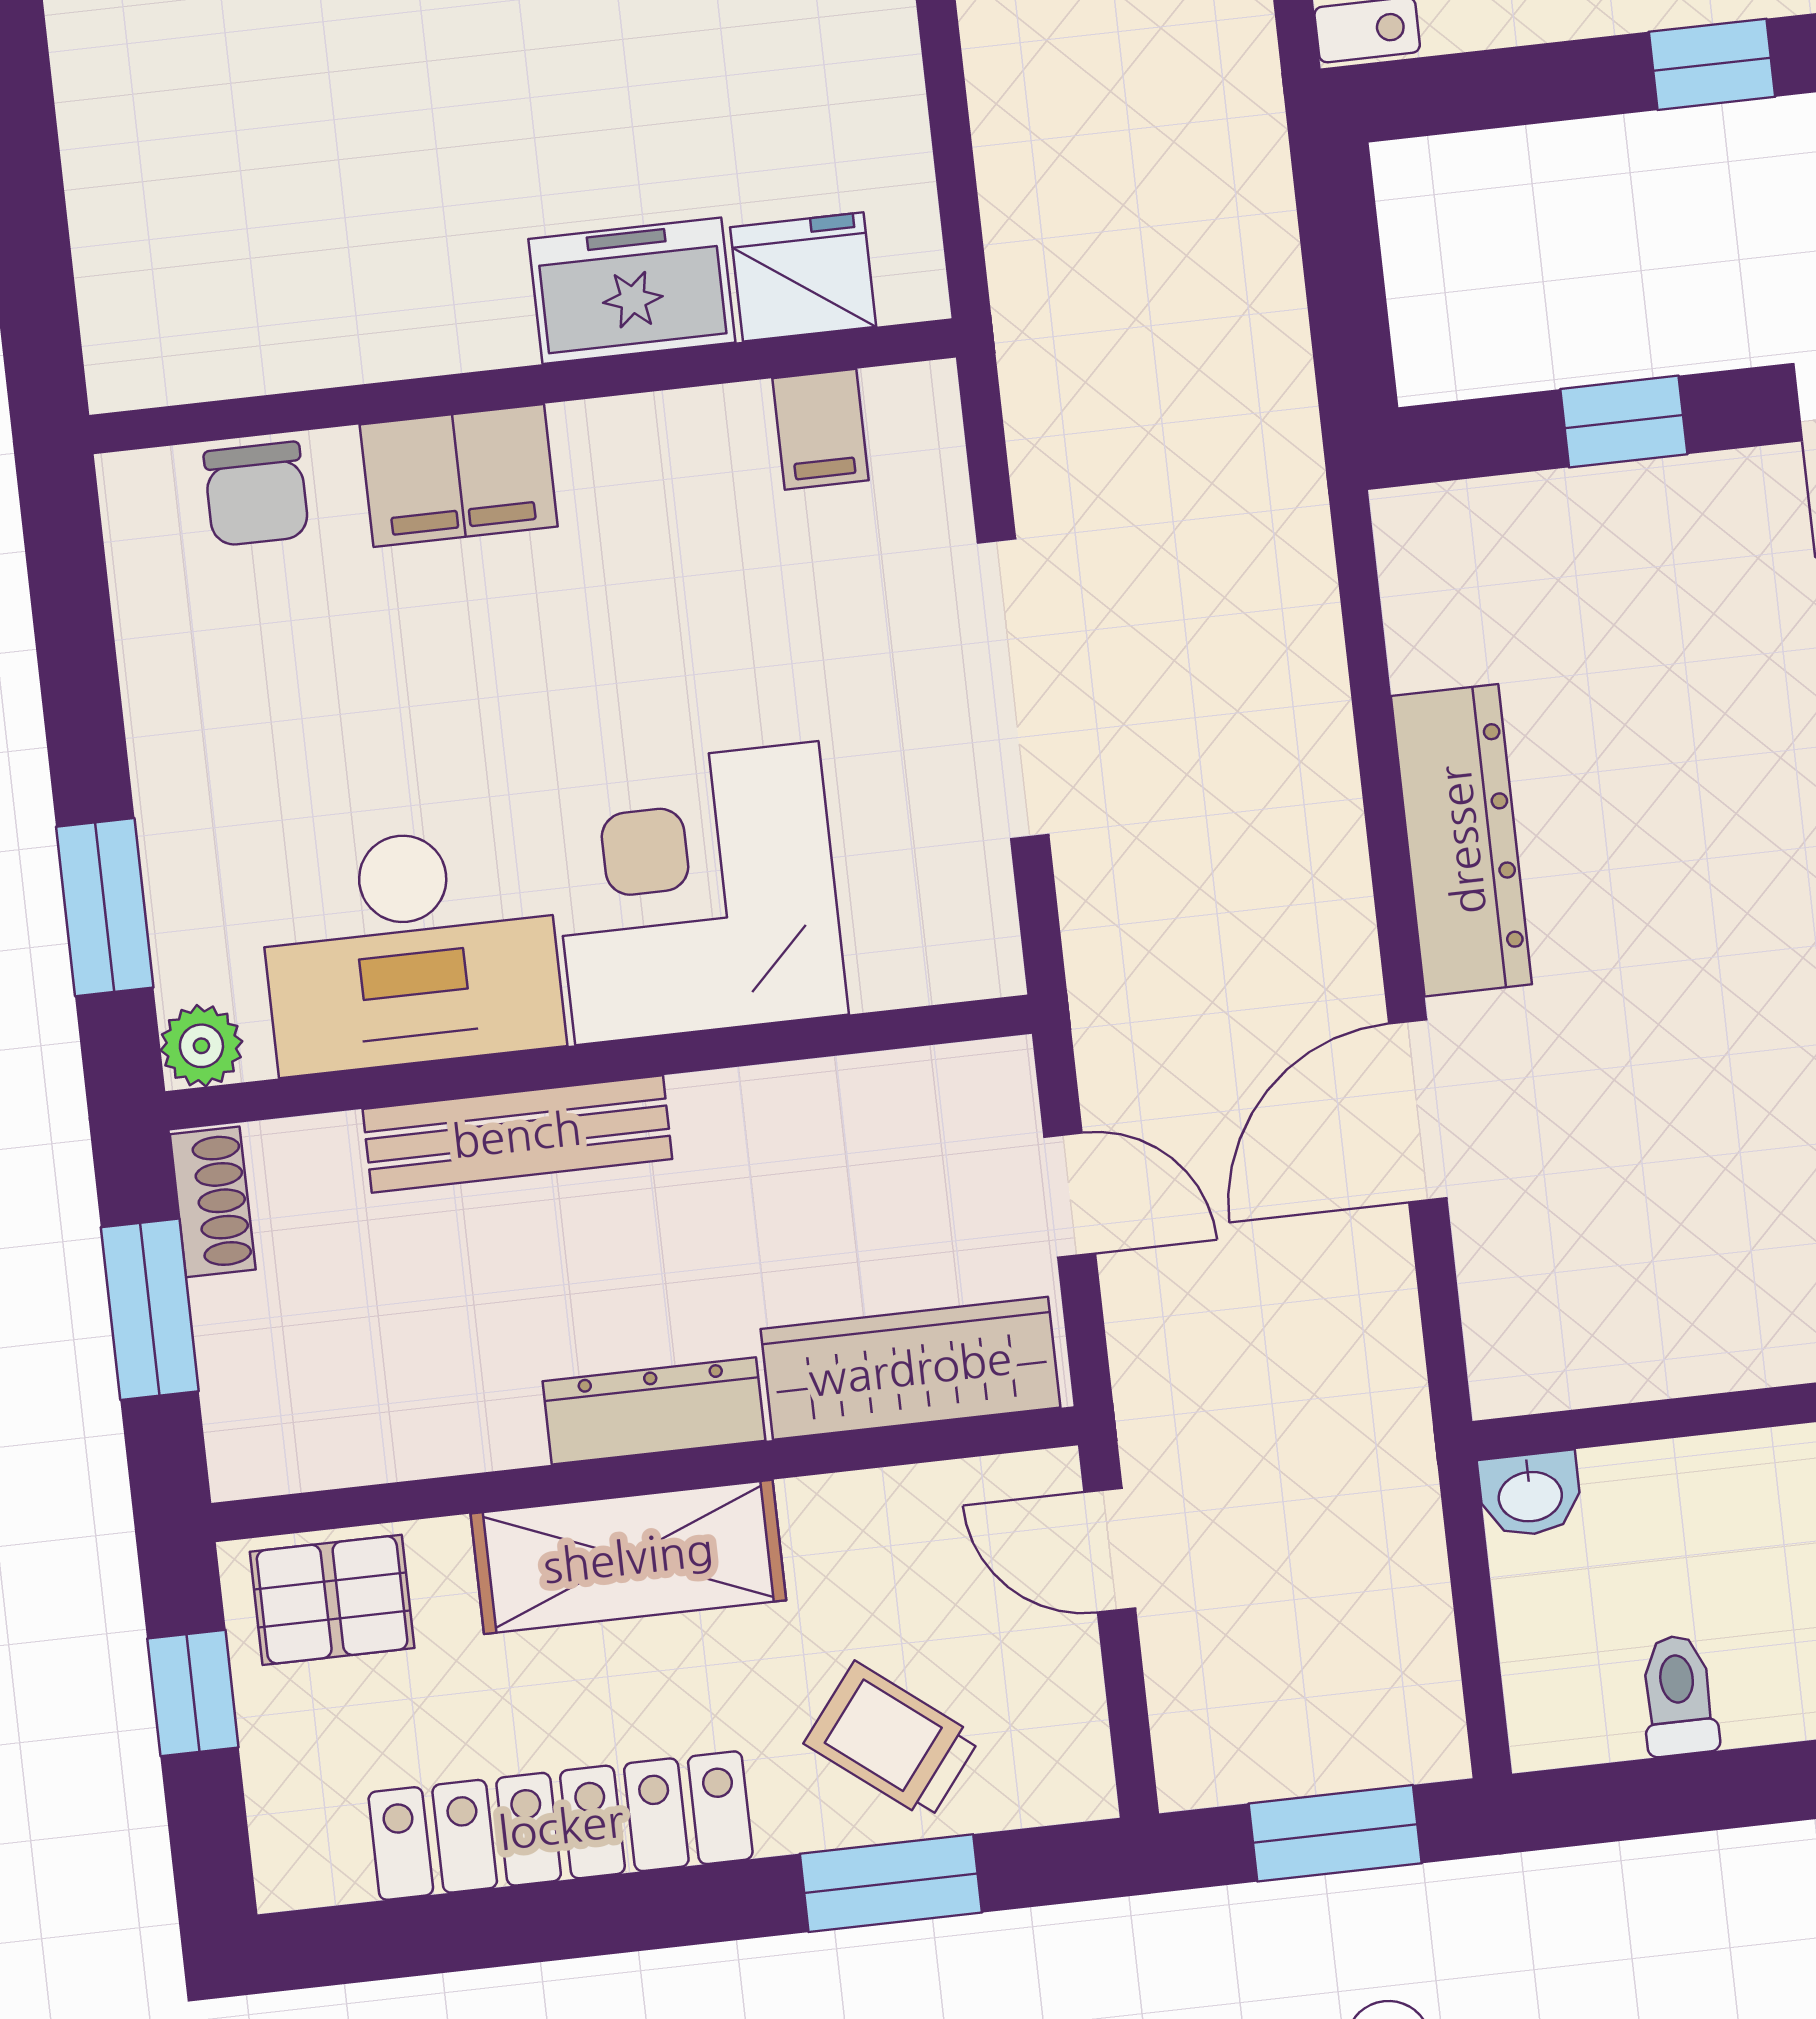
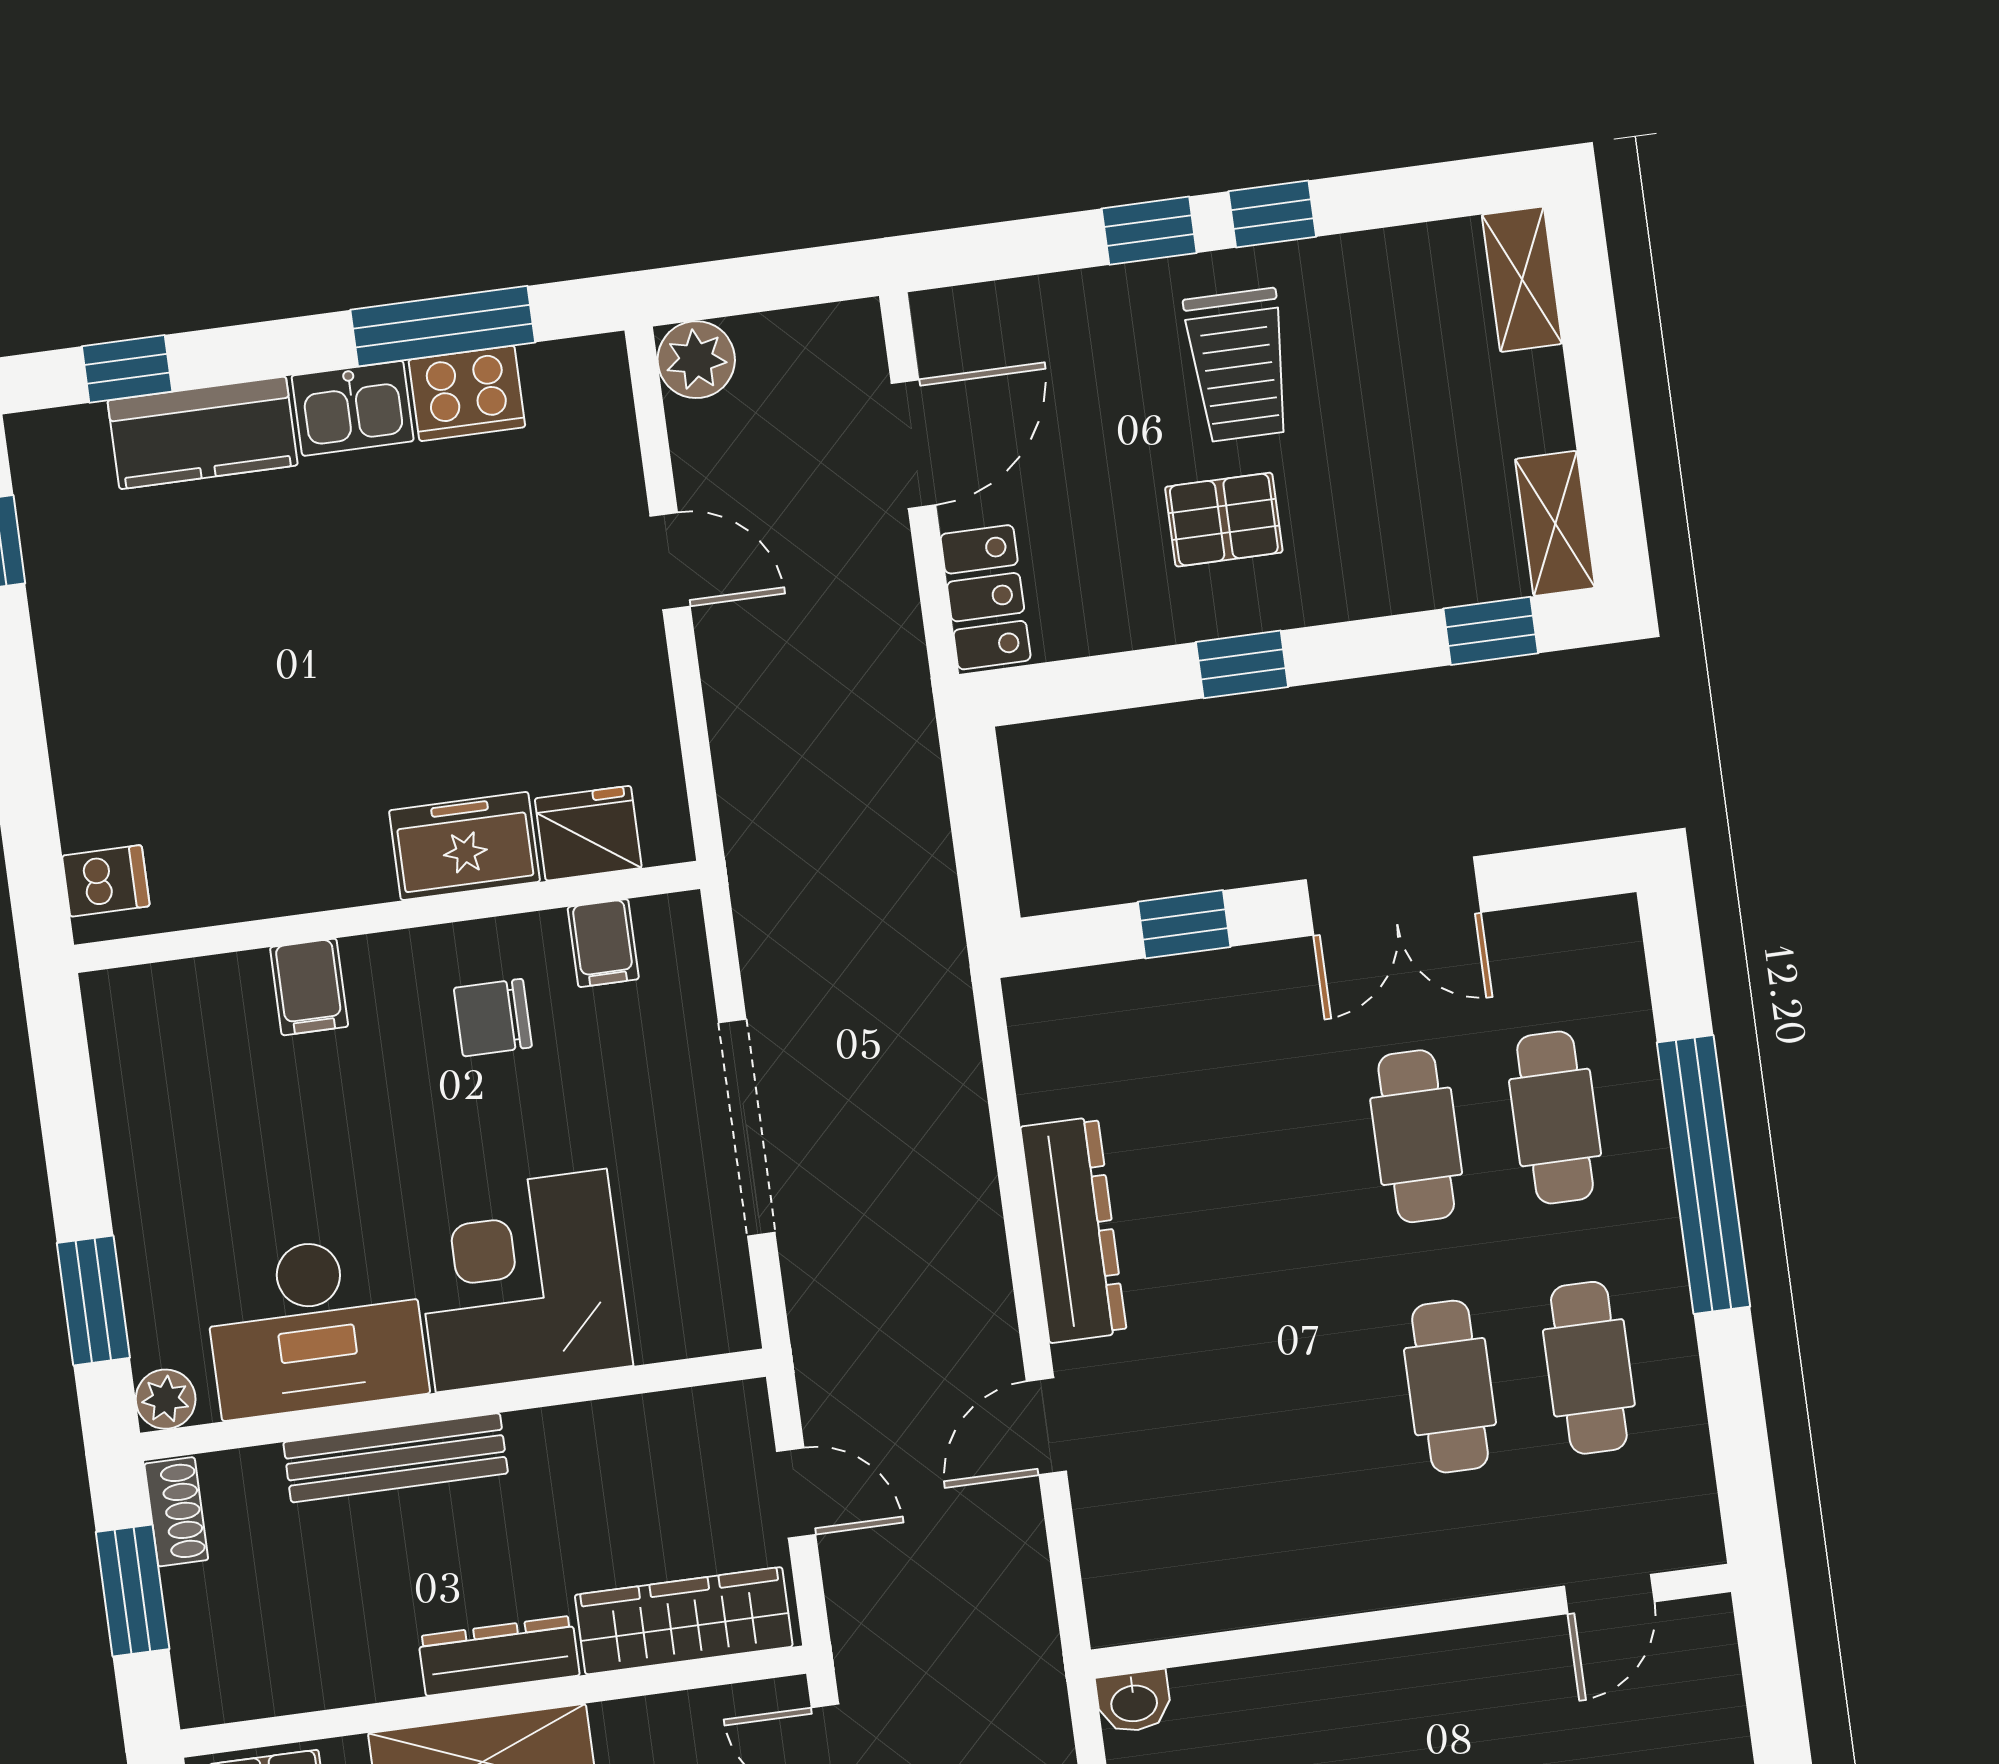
dishwasher: (135, 328) -> (106, 881), added
filing cabinet: (459, 475) -> (309, 987), width x0.50
chair: (256, 494) -> (493, 1018), moved, turned 90
door: (1418, 1111) -> (1046, 1426), width x0.73

